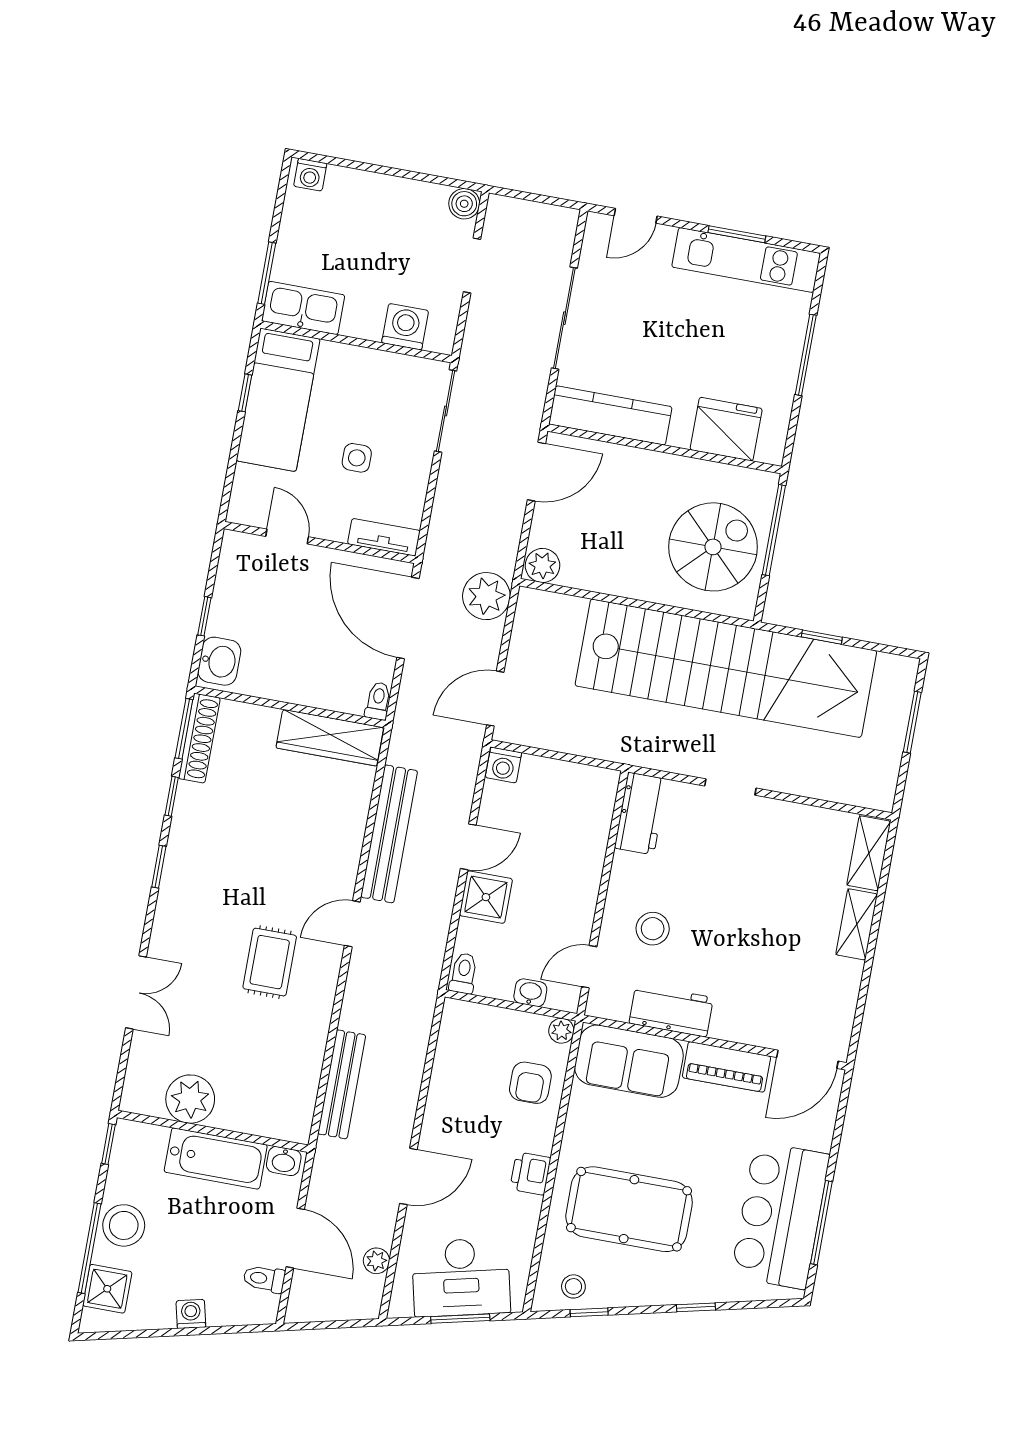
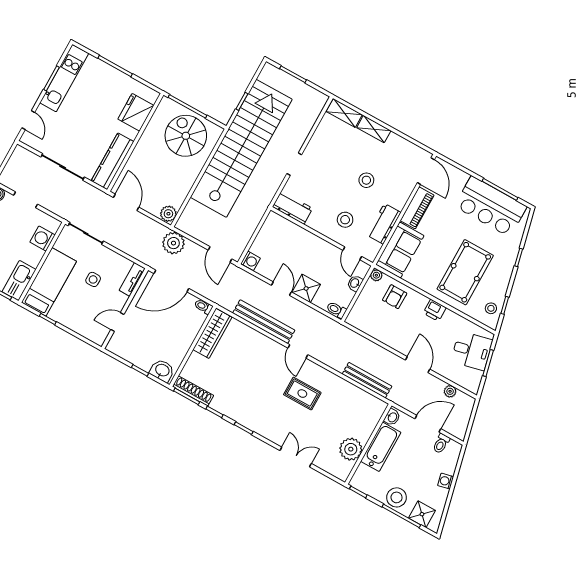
bed: (278, 400) -> (49, 282), moved, turned -90
stool: (748, 945) -> (366, 180), added
armchair: (530, 1083) -> (395, 297), turned 90
desk: (461, 1277) -> (472, 351), width x0.73

